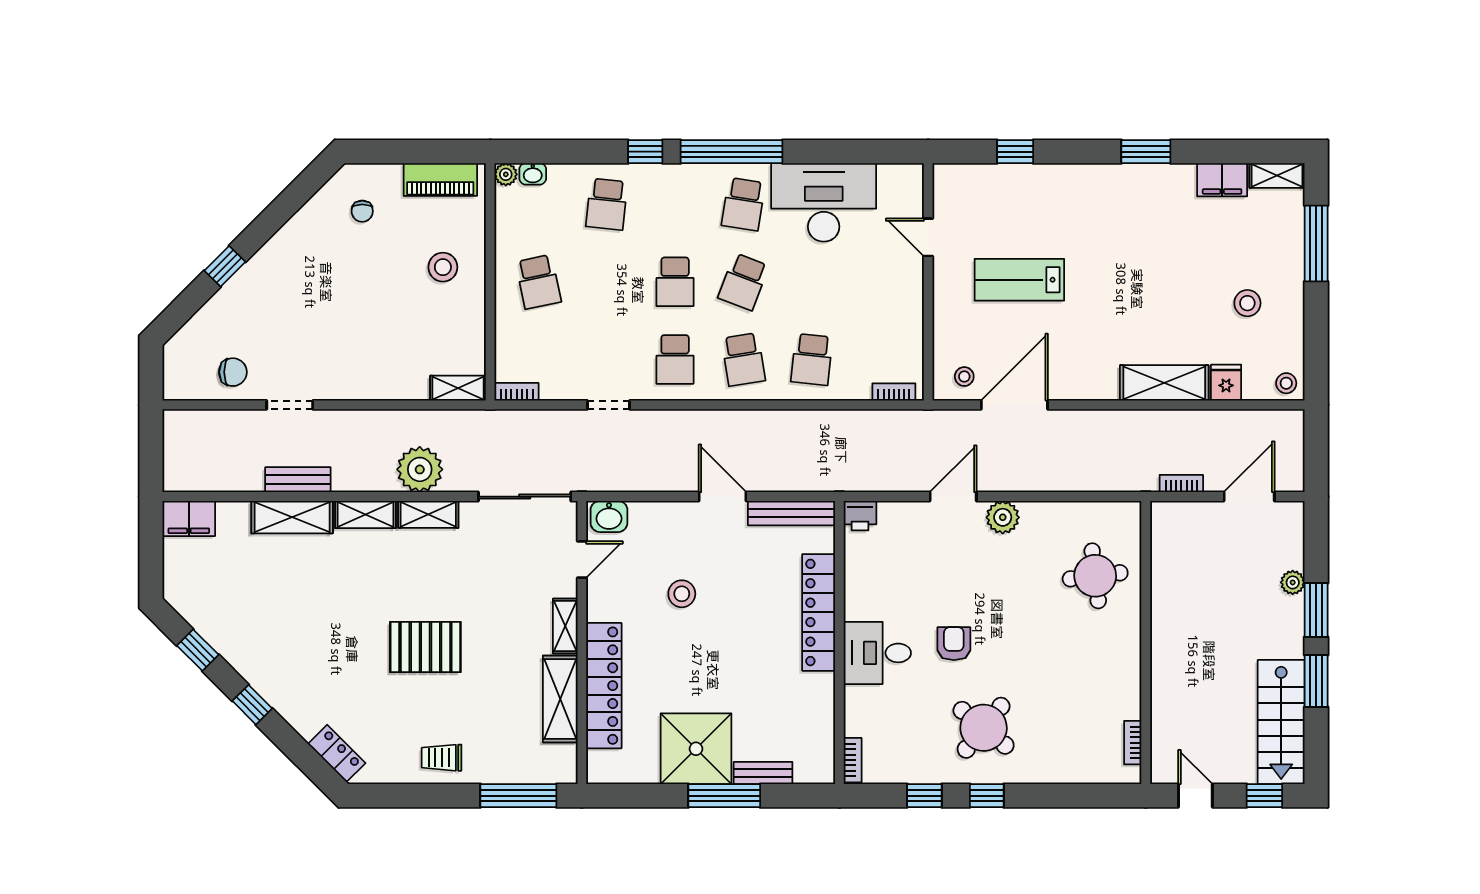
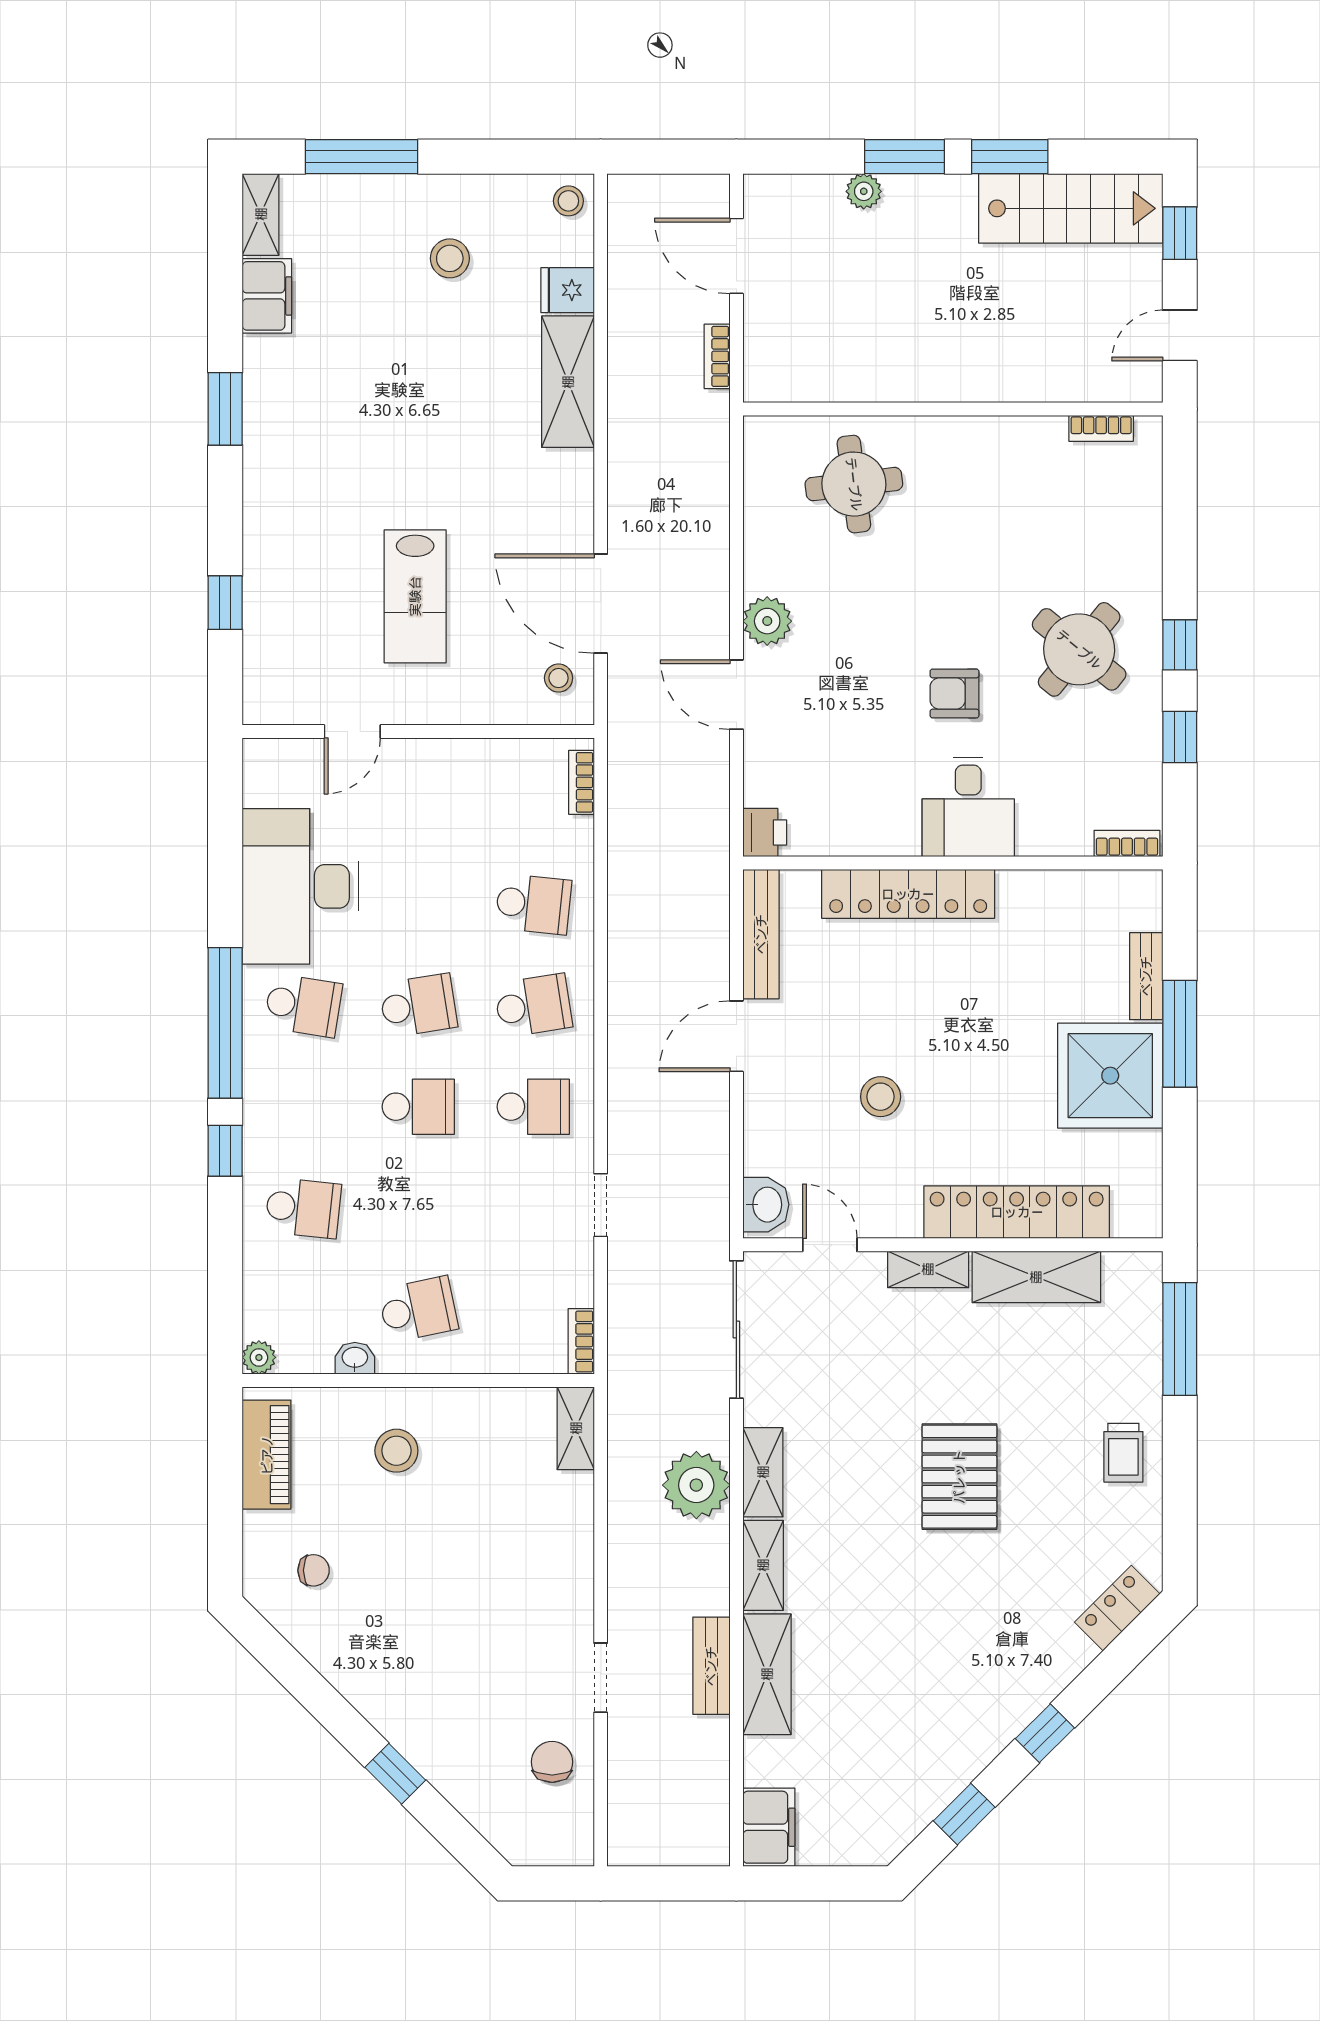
washbasin: (533, 174) -> (355, 1358), moved, turned -90
school desk: (743, 282) -> (418, 1005), turned -30

